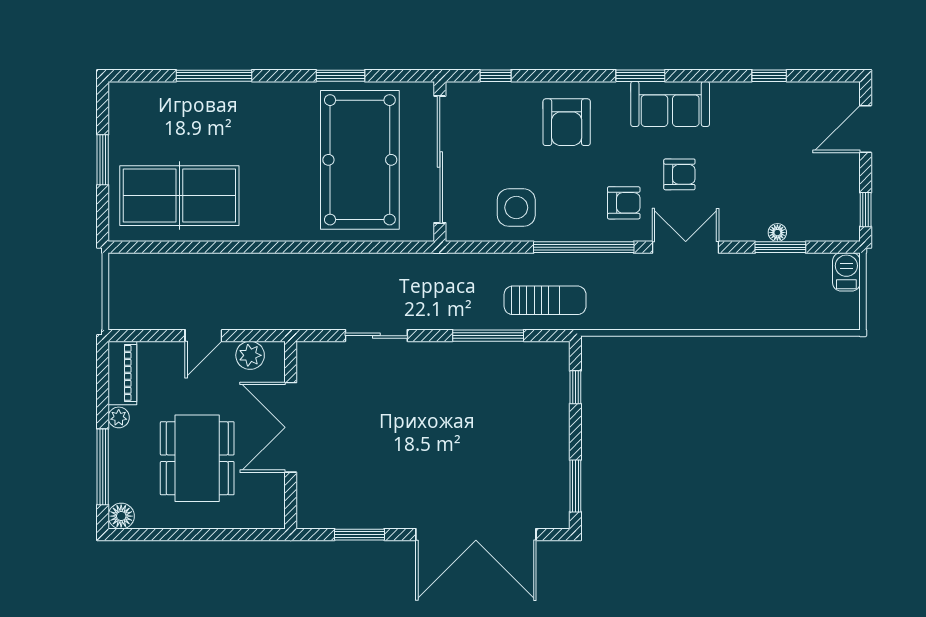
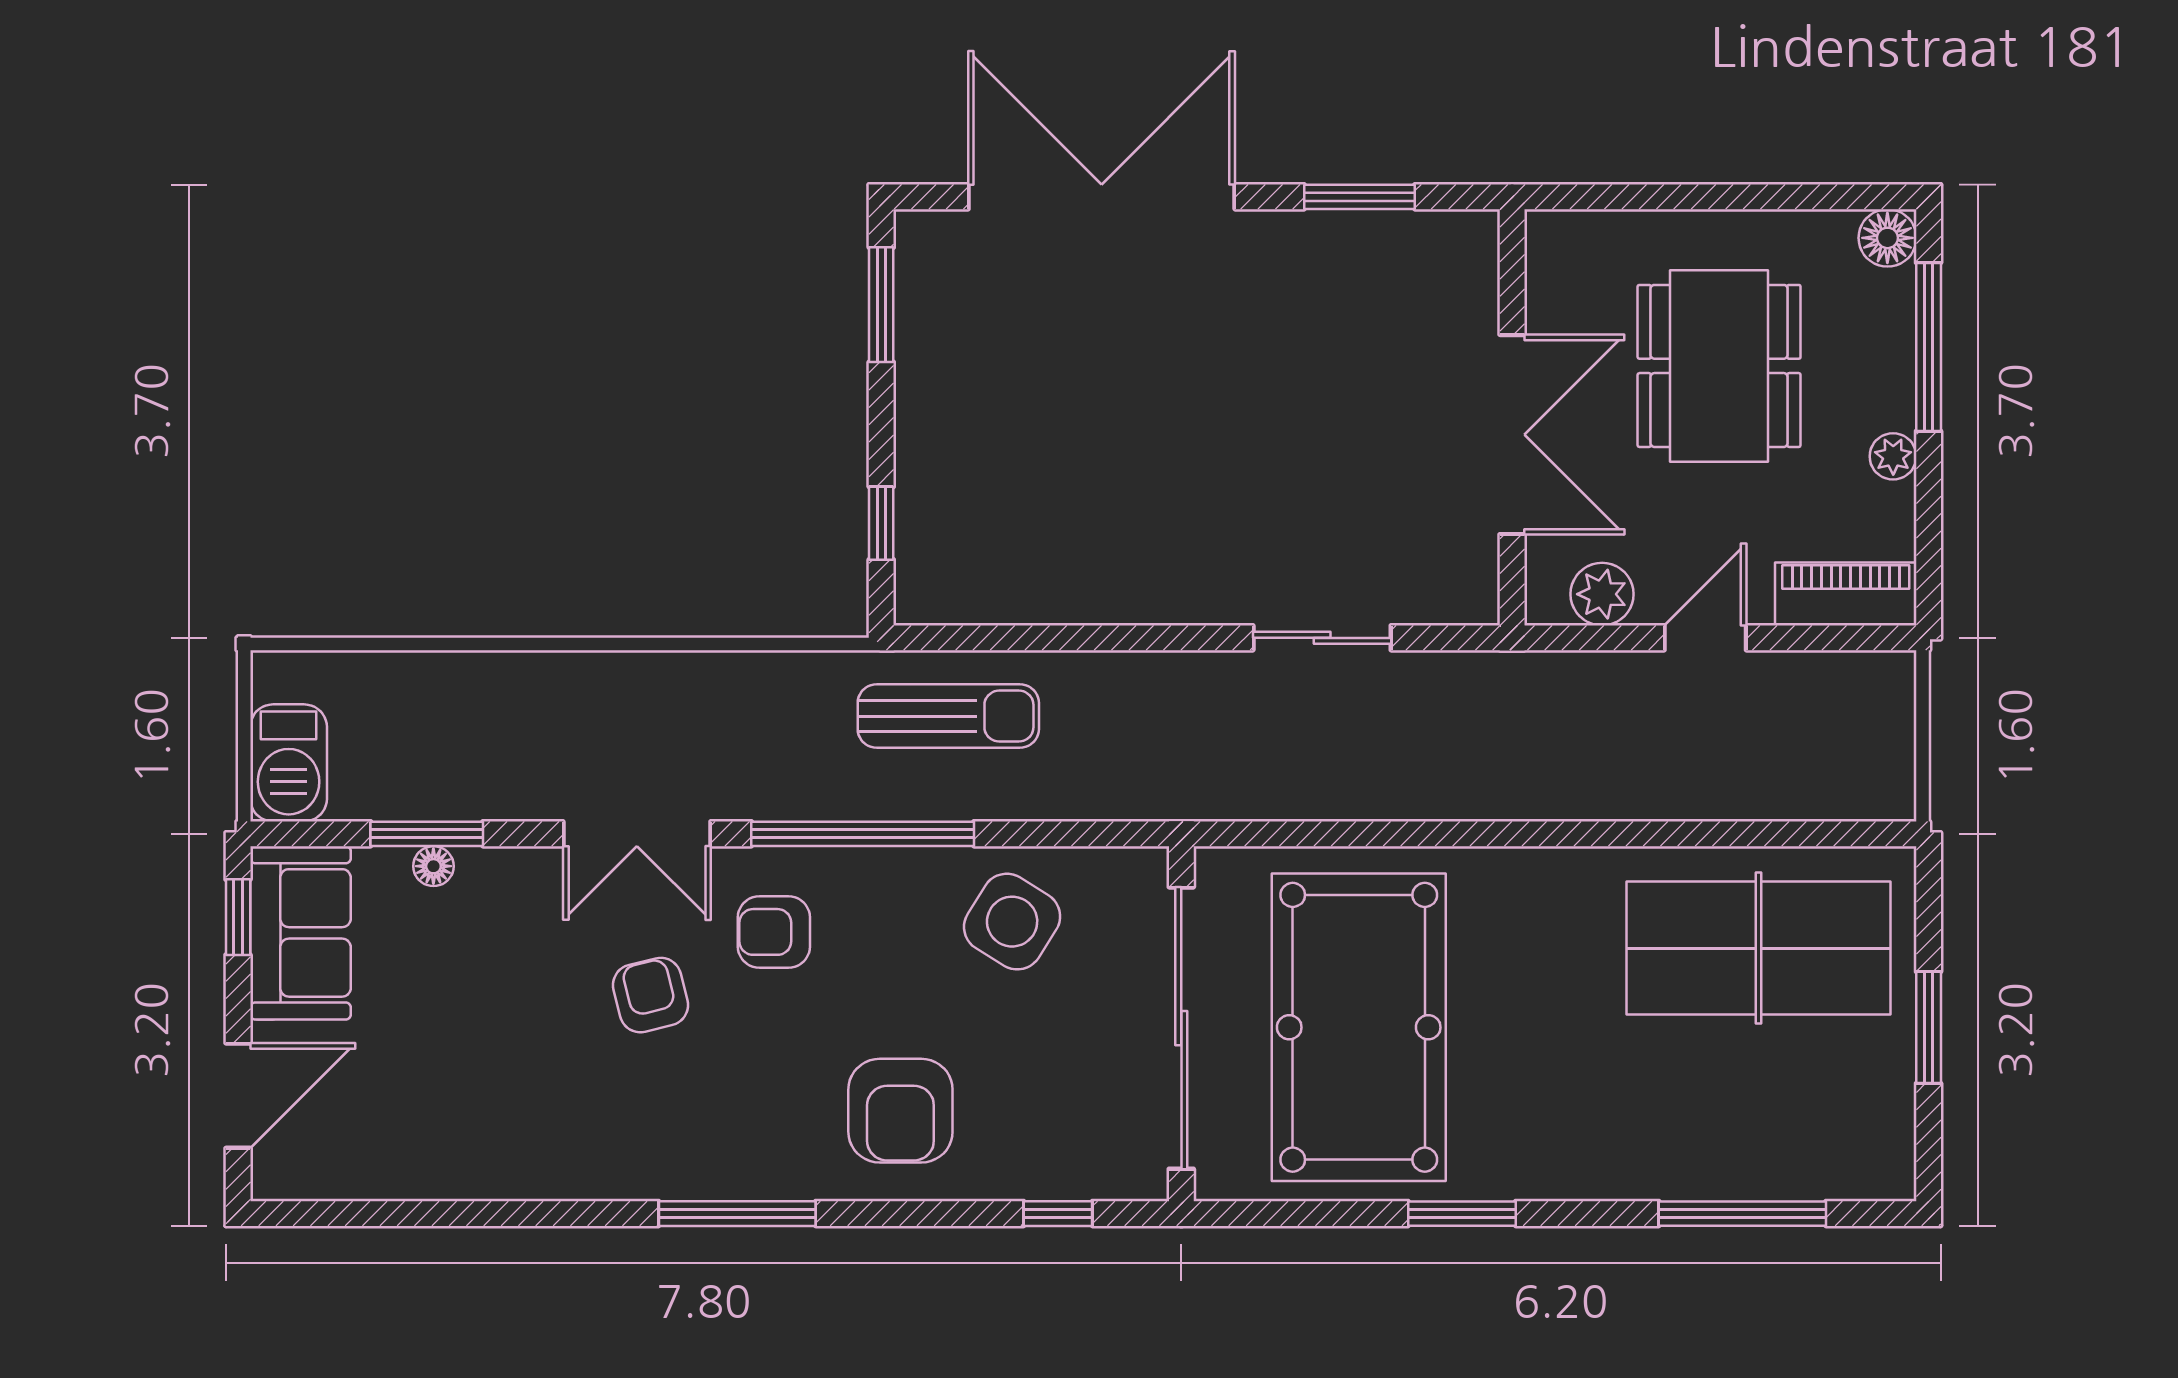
window: (214, 76) -> (1742, 1214), moved
window: (340, 76) -> (1462, 1214), moved
window: (640, 76) -> (737, 1214), width x1.44
window: (769, 76) -> (452, 1214), removed
sofa: (670, 104) -> (300, 933), moved, turned 90
armchair: (567, 122) -> (900, 1111), turned 180
armchair: (679, 174) -> (650, 995), turned 76
side table: (516, 208) -> (1012, 922), turned 32
barbecue: (846, 272) -> (289, 763), width x1.38, depth x1.27
sun lounger: (545, 300) -> (948, 716), turned 180
window: (488, 336) -> (1074, 638), removed
piano: (122, 373) -> (1846, 594), moved, turned 90

